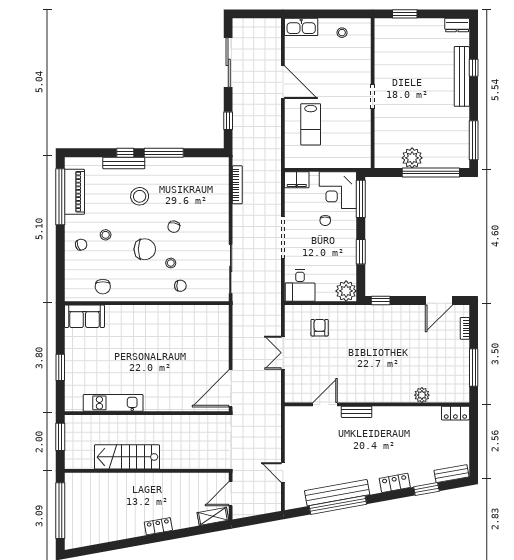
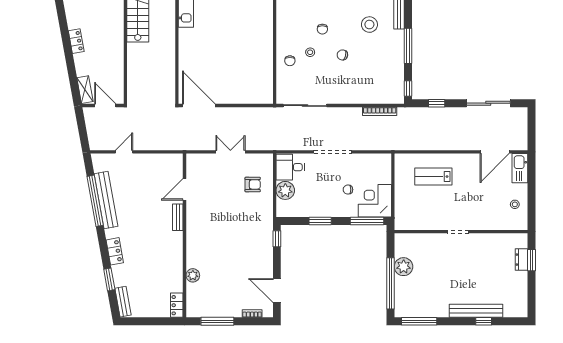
dresser: (457, 25) -> (522, 260), moved
door: (283, 82) -> (495, 152), moved
window: (125, 153) -> (408, 88), moved
filing cabinet: (297, 180) -> (384, 164), removed
chair: (145, 249) -> (322, 29), width x0.54, depth x0.54
plant: (346, 291) -> (285, 190), moved
door: (325, 404) -> (185, 189), swing flipped

